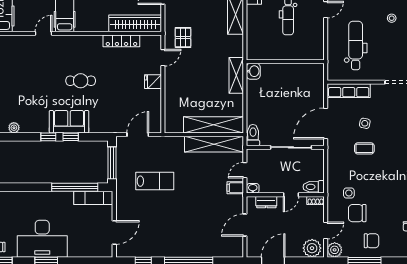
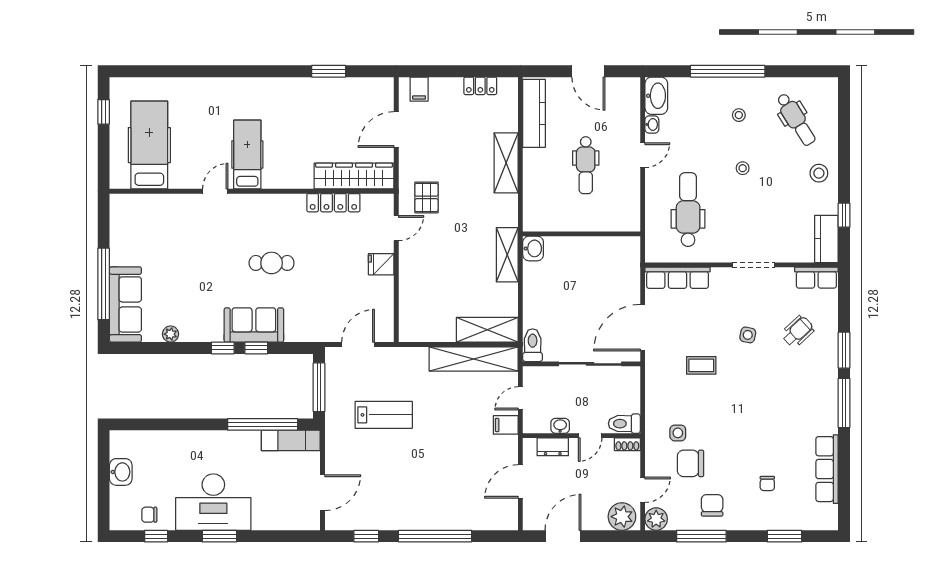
side table: (365, 123) -> (748, 335), moved
shelving: (214, 125) -> (487, 330), width x0.68
washbasin: (253, 188) -> (560, 426), moved
chair: (371, 241) -> (712, 505), turned -90

